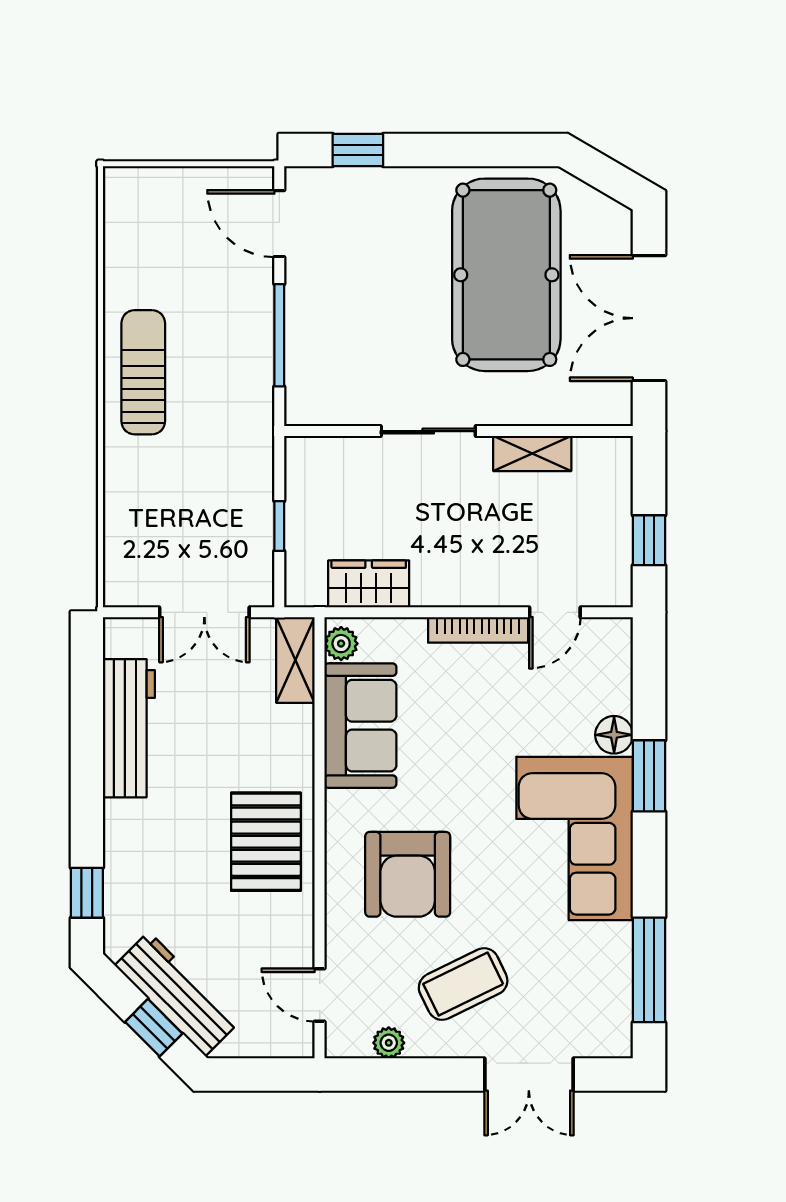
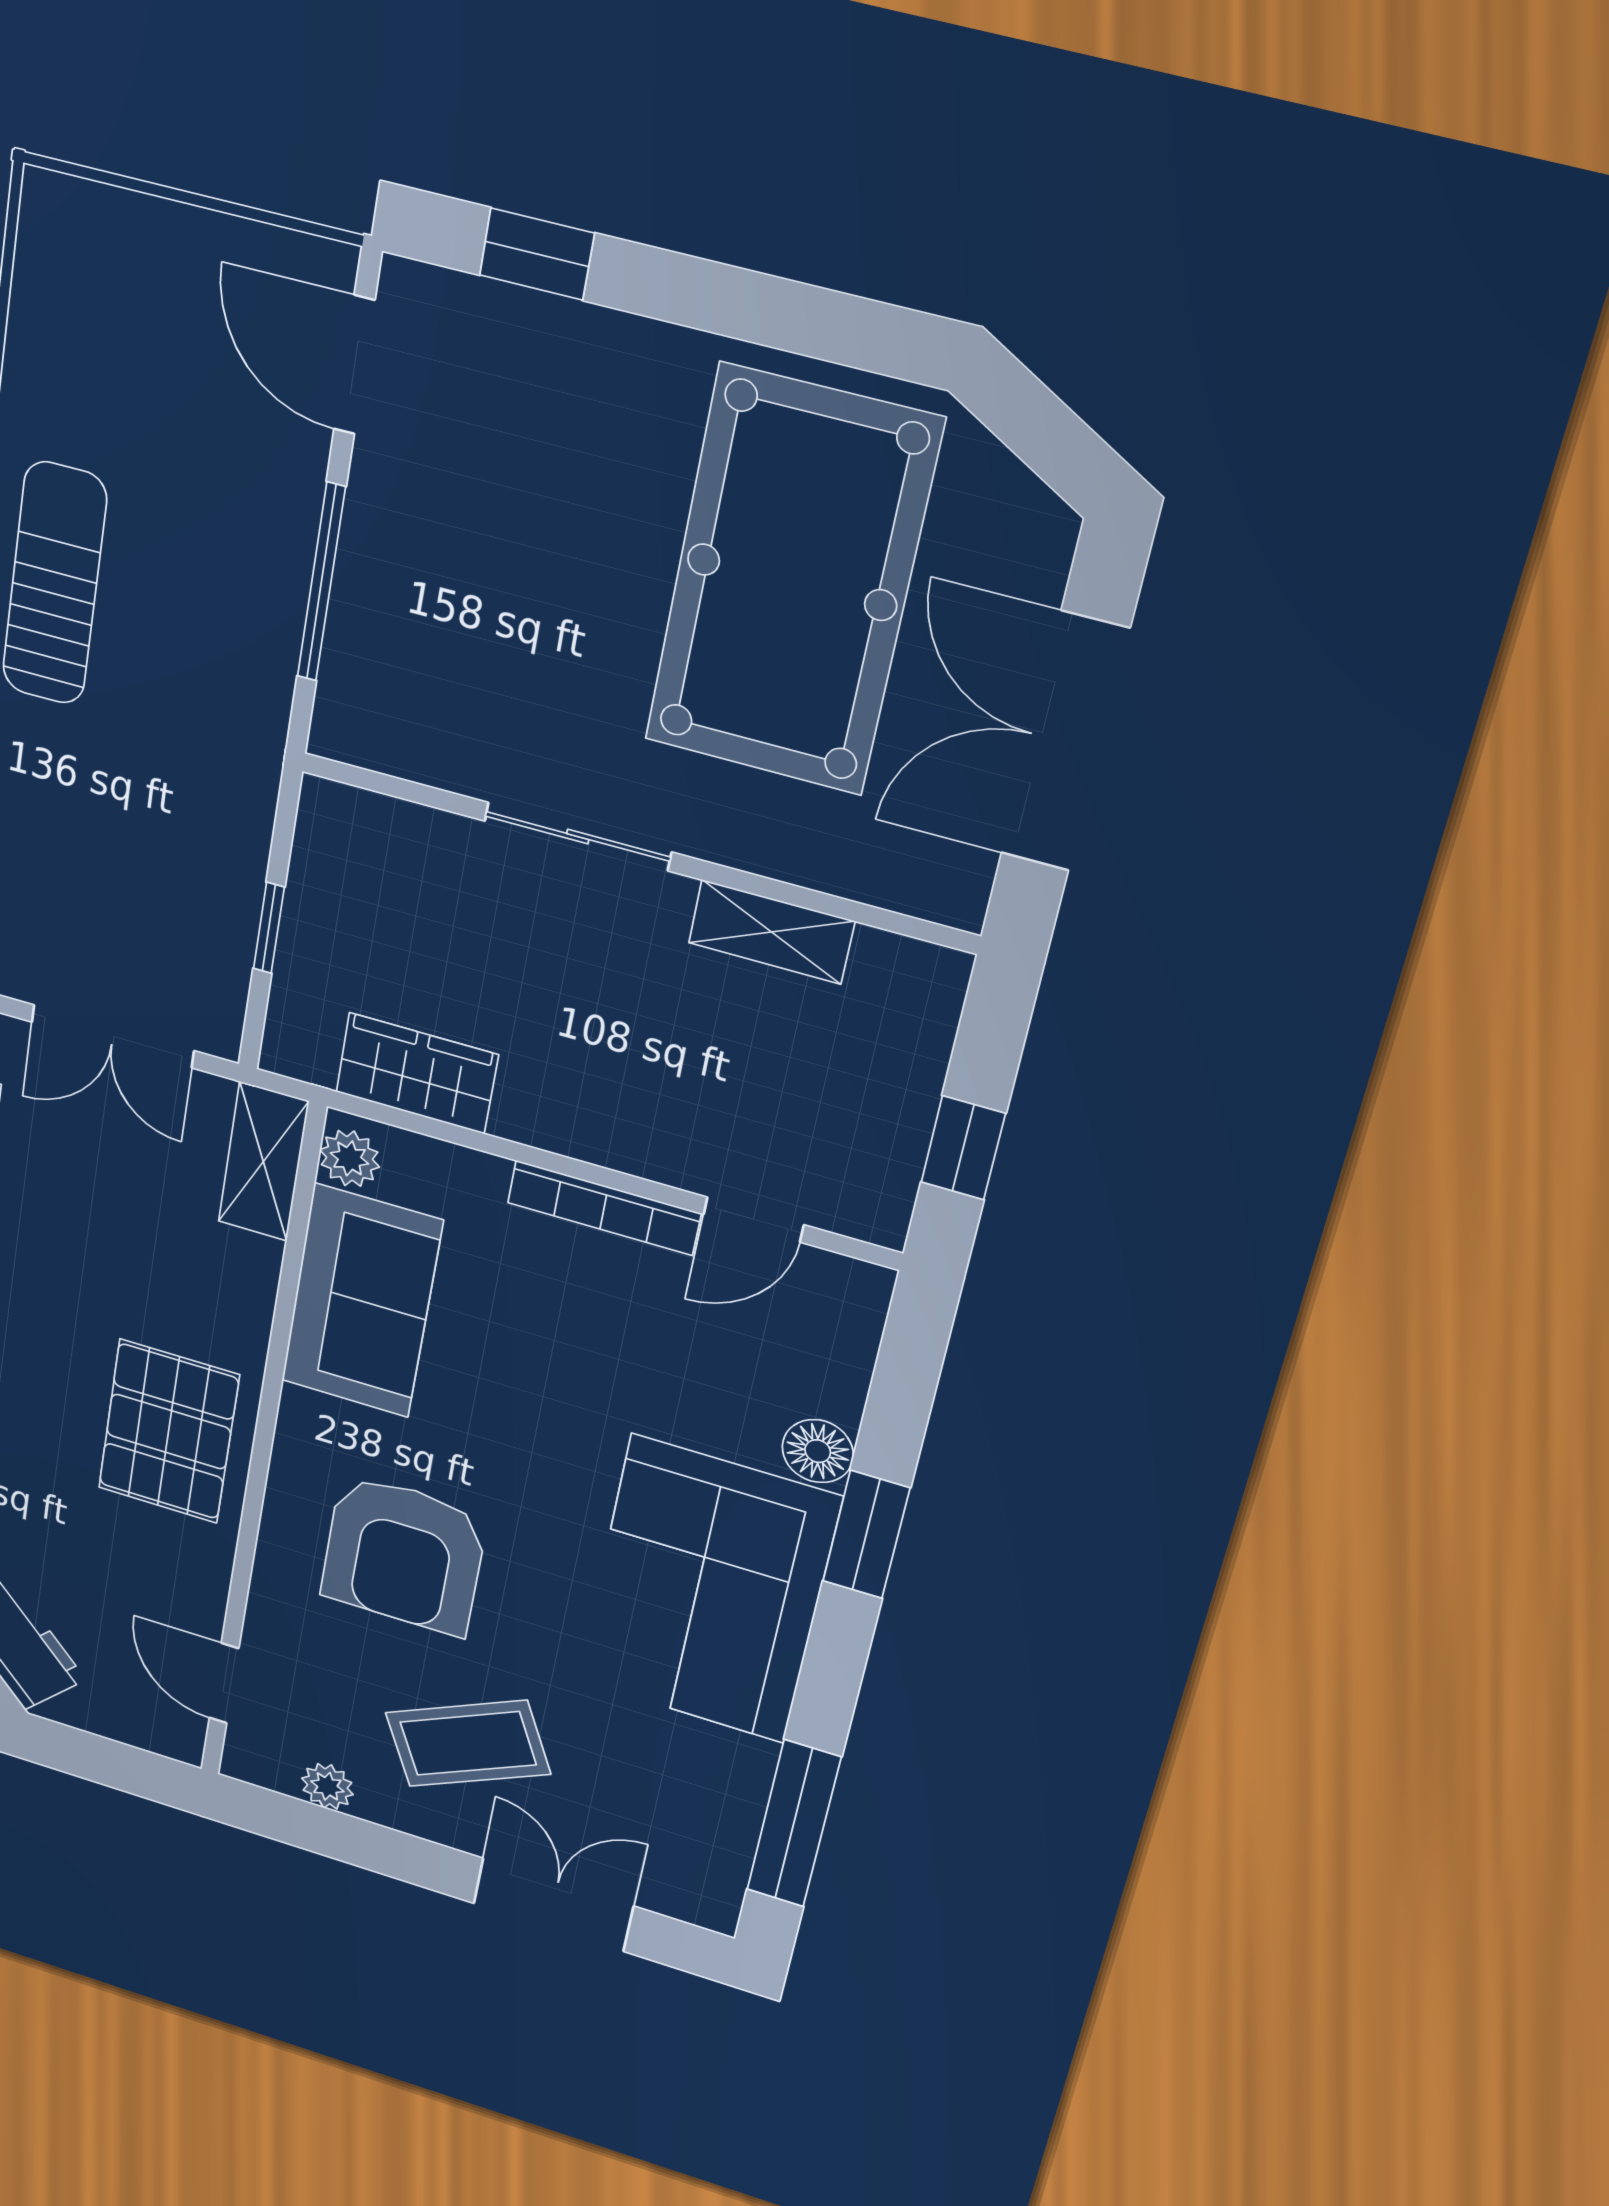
double door: (529, 1074) -> (553, 1905), swing flipped

